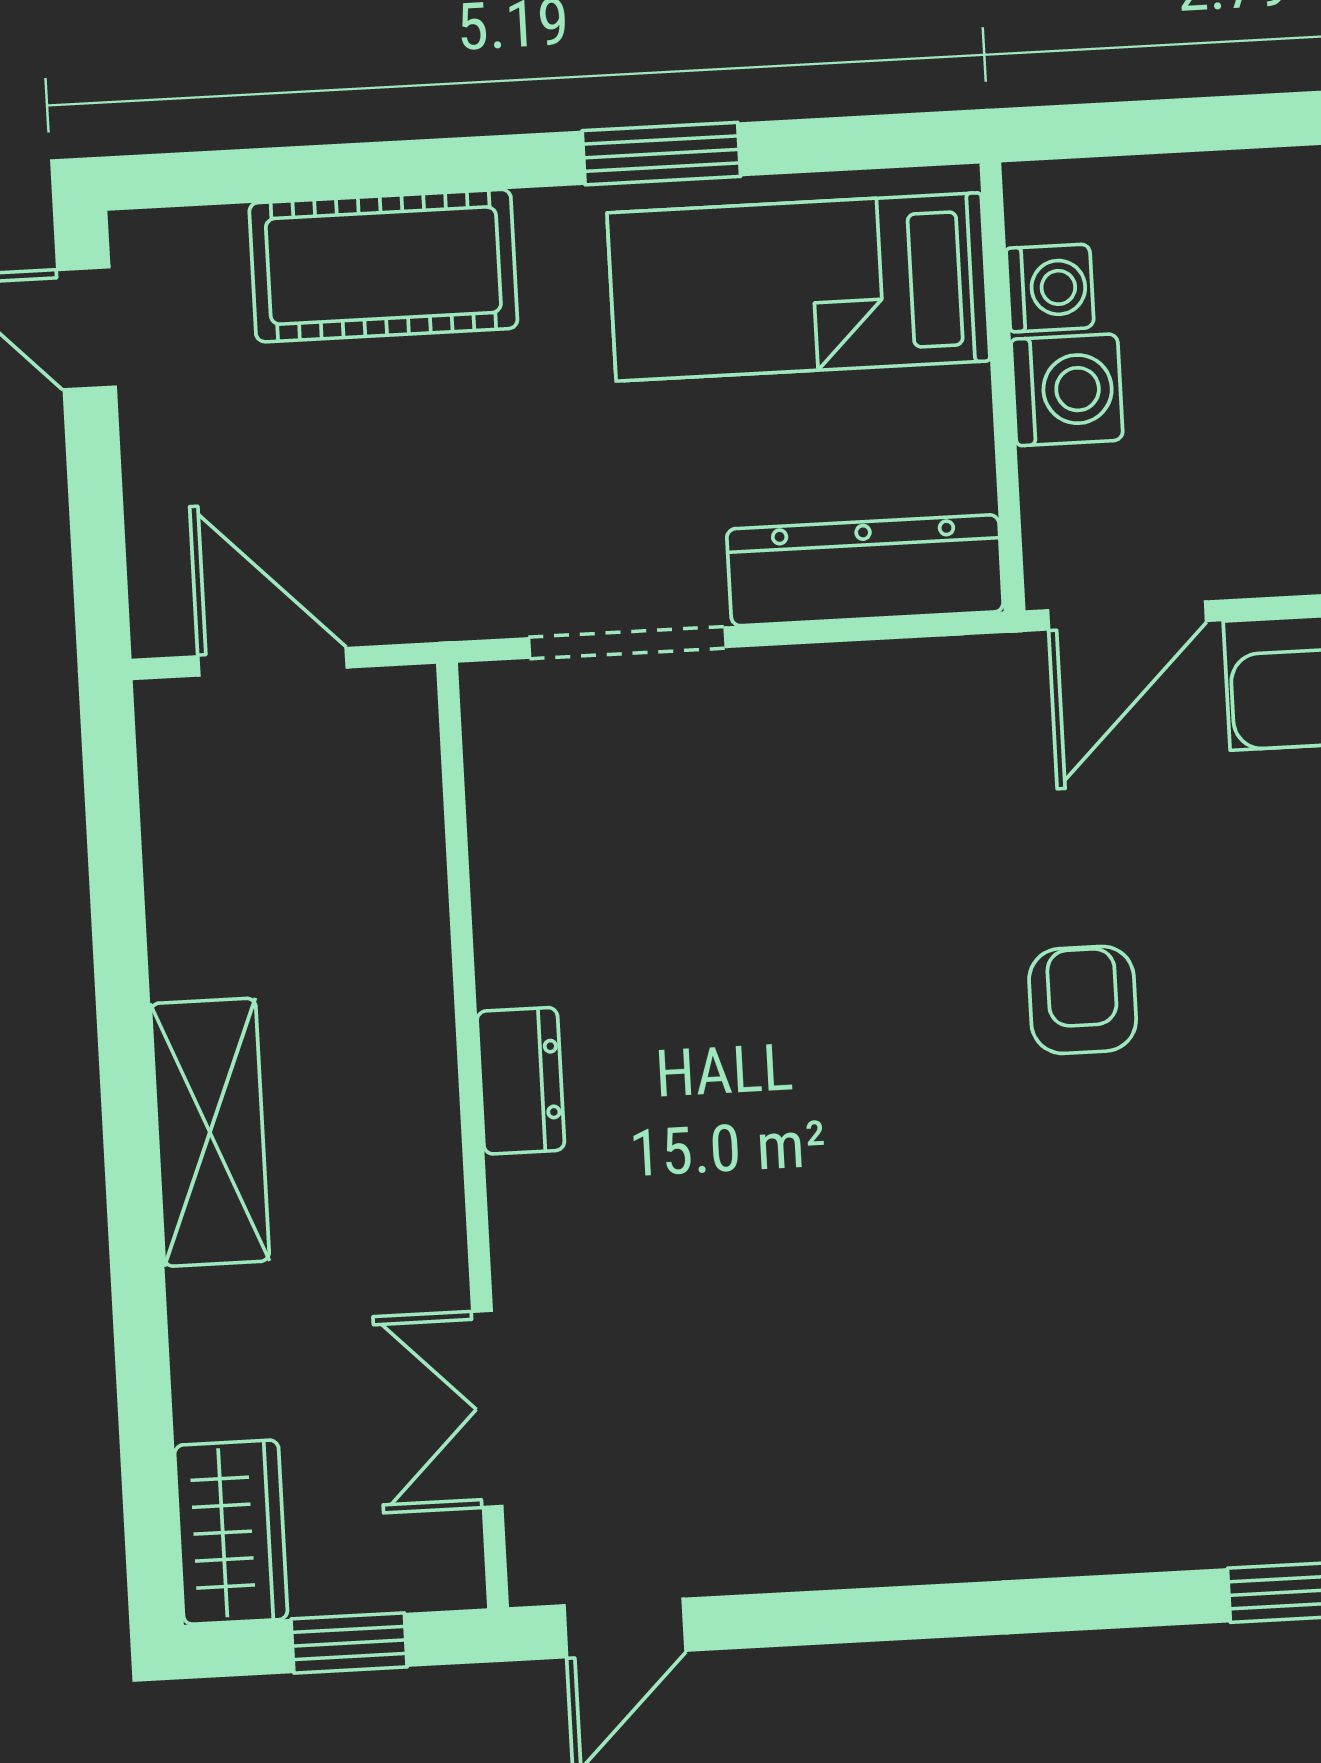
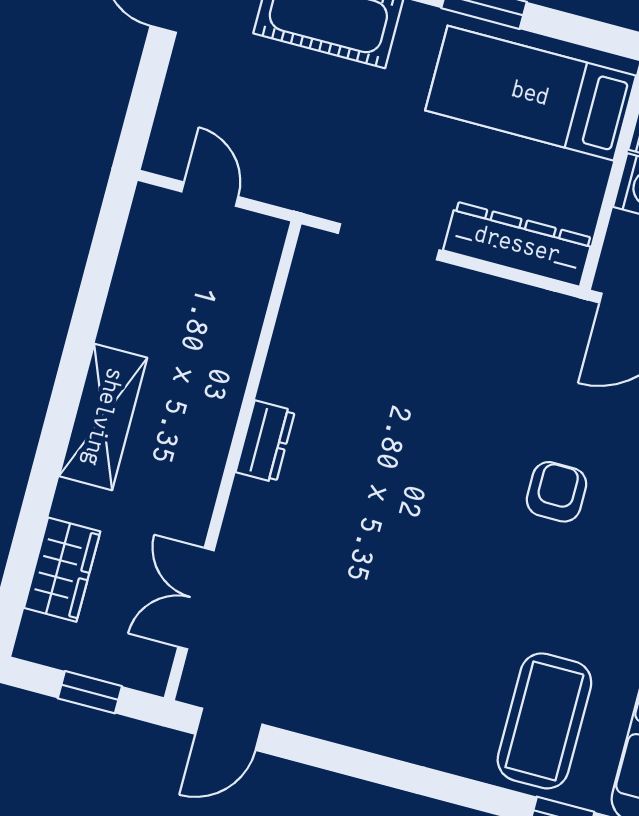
door: (272, 662) -> (210, 194), width x0.73
coffee table: (1197, 1426) -> (544, 721), added
wardrobe: (231, 1532) -> (62, 570), moved

